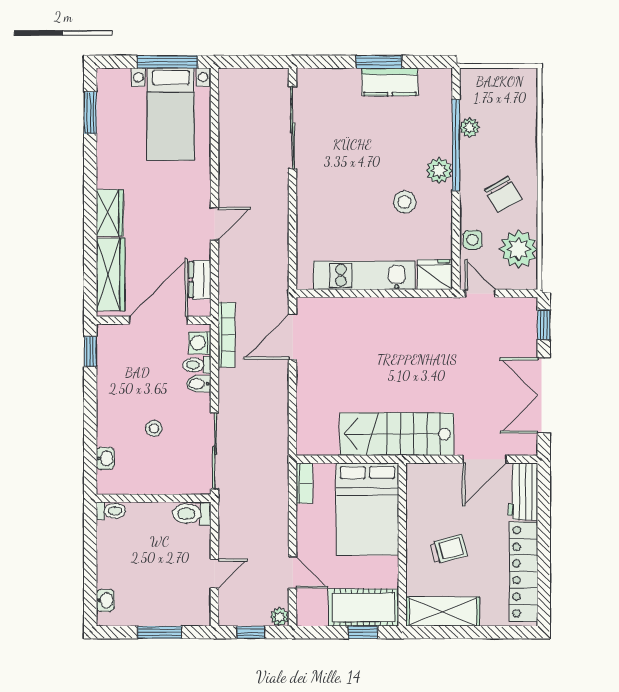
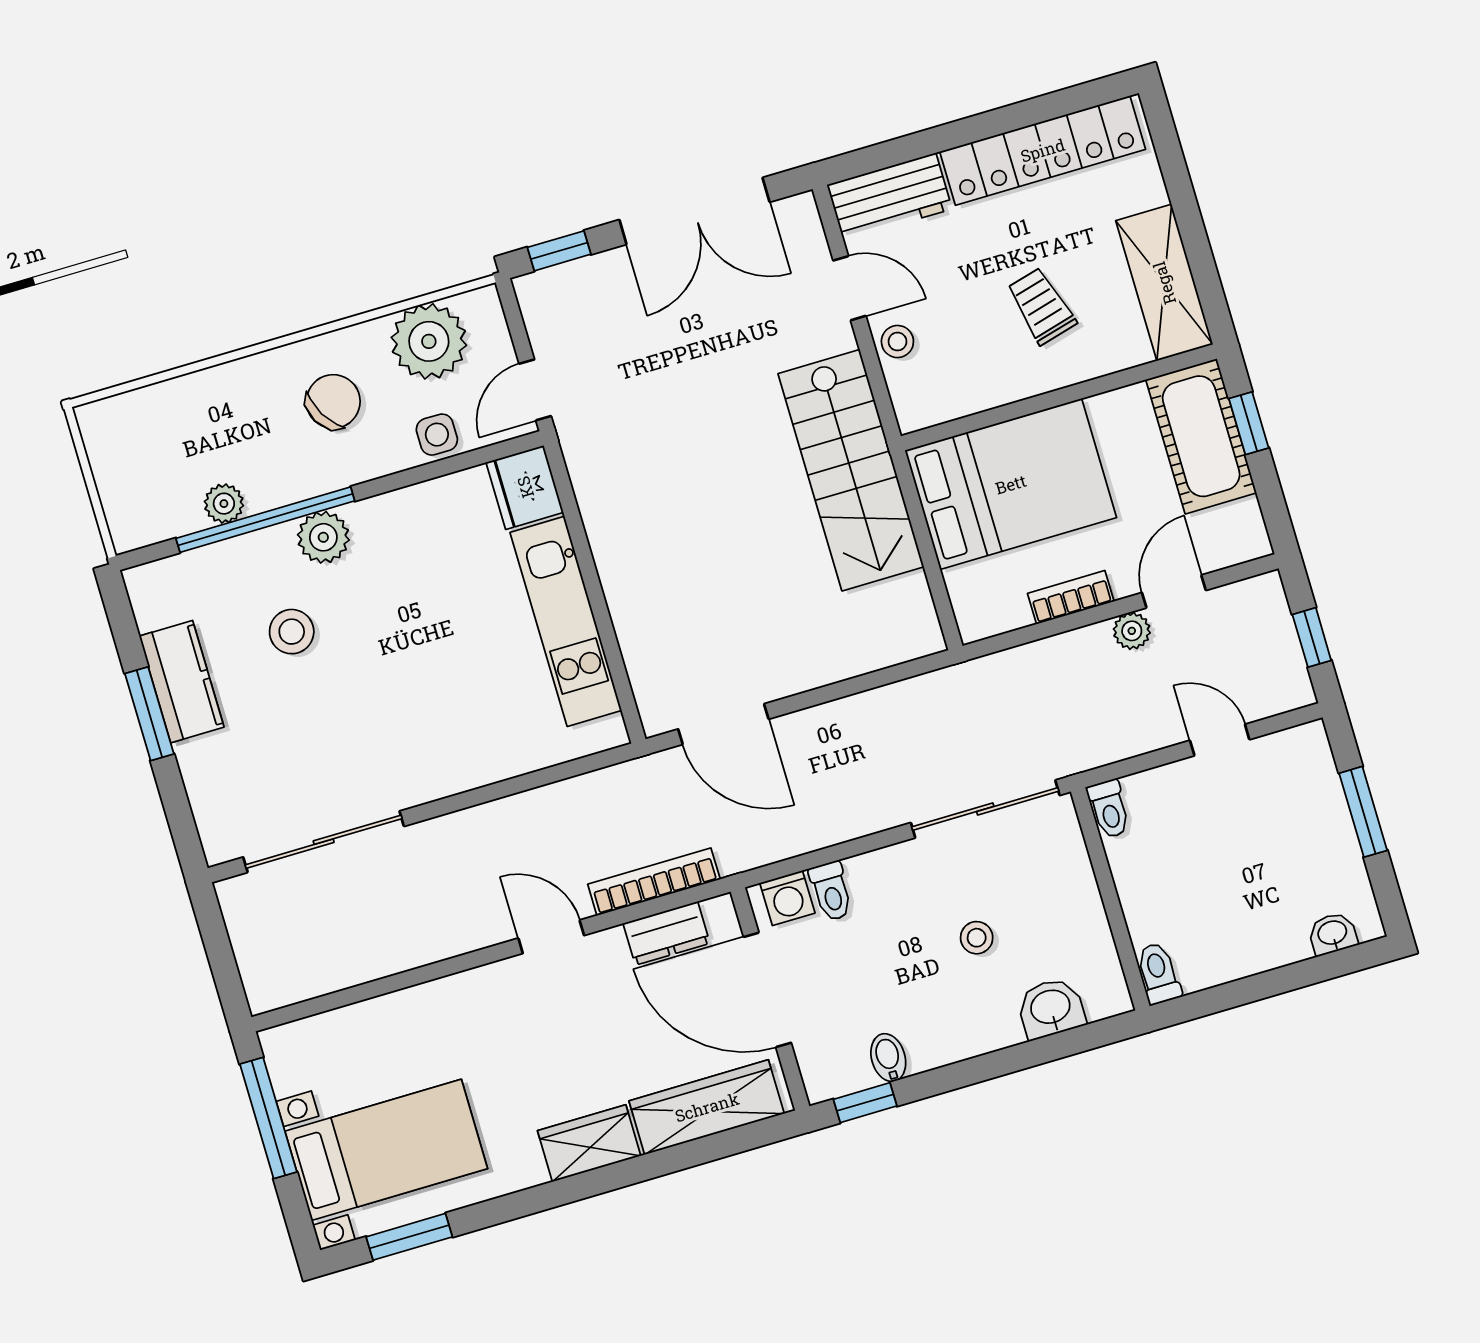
bed with nightstands: (171, 114) -> (386, 1150), moved
stool: (405, 202) -> (292, 632), moved
bookcase: (226, 335) -> (654, 882), moved
bidet: (199, 384) -> (888, 1058), moved, turned 180
washbasin: (105, 458) -> (1051, 1008), width x1.38, depth x1.45
door: (485, 459) -> (850, 288), width x0.73
stool: (452, 475) -> (897, 342), added
bookcase: (304, 483) -> (1071, 597), moved
toilet: (192, 514) -> (1109, 809), width x0.73, depth x0.72
plant: (280, 617) -> (1132, 631), moved

